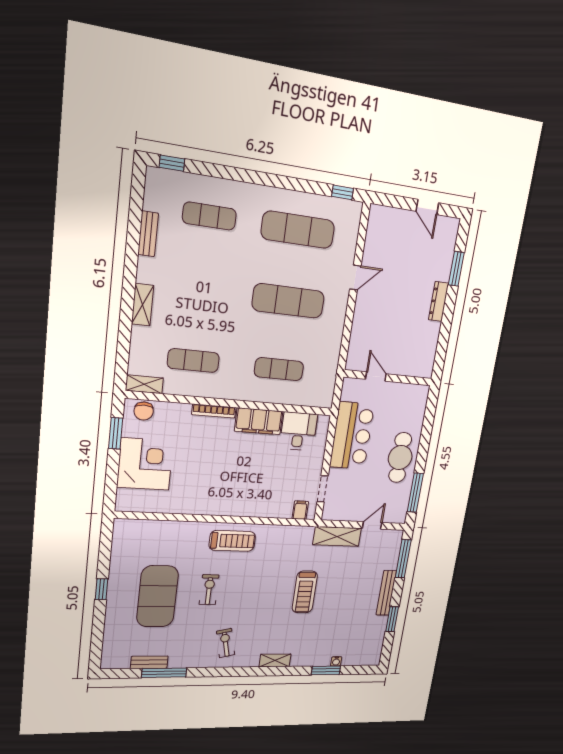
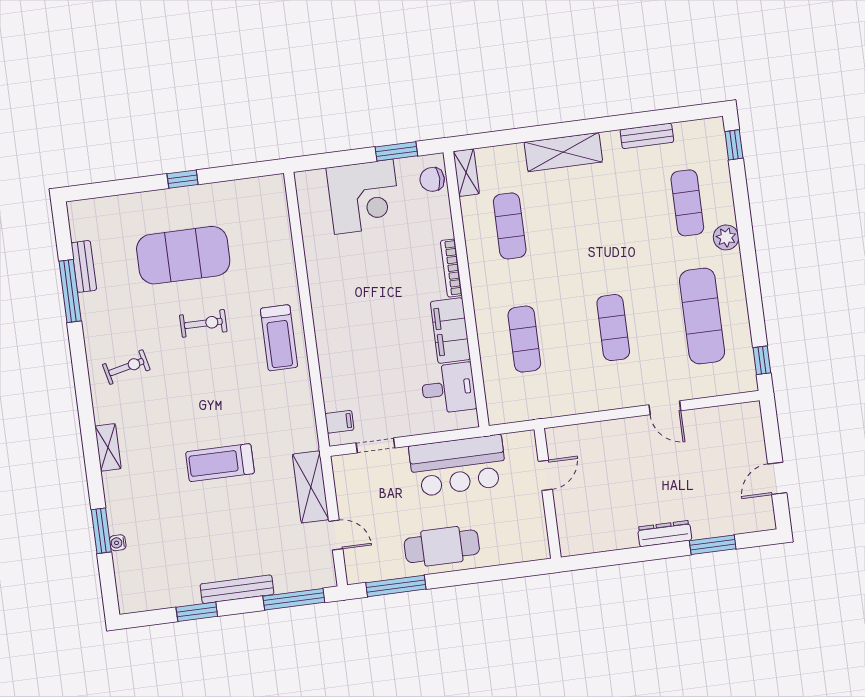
plant: (244, 193) -> (726, 237), added
exercise mat: (288, 301) -> (613, 328), width x0.73, depth x0.69
shelving: (143, 305) -> (563, 152), width x1.50, depth x1.33

